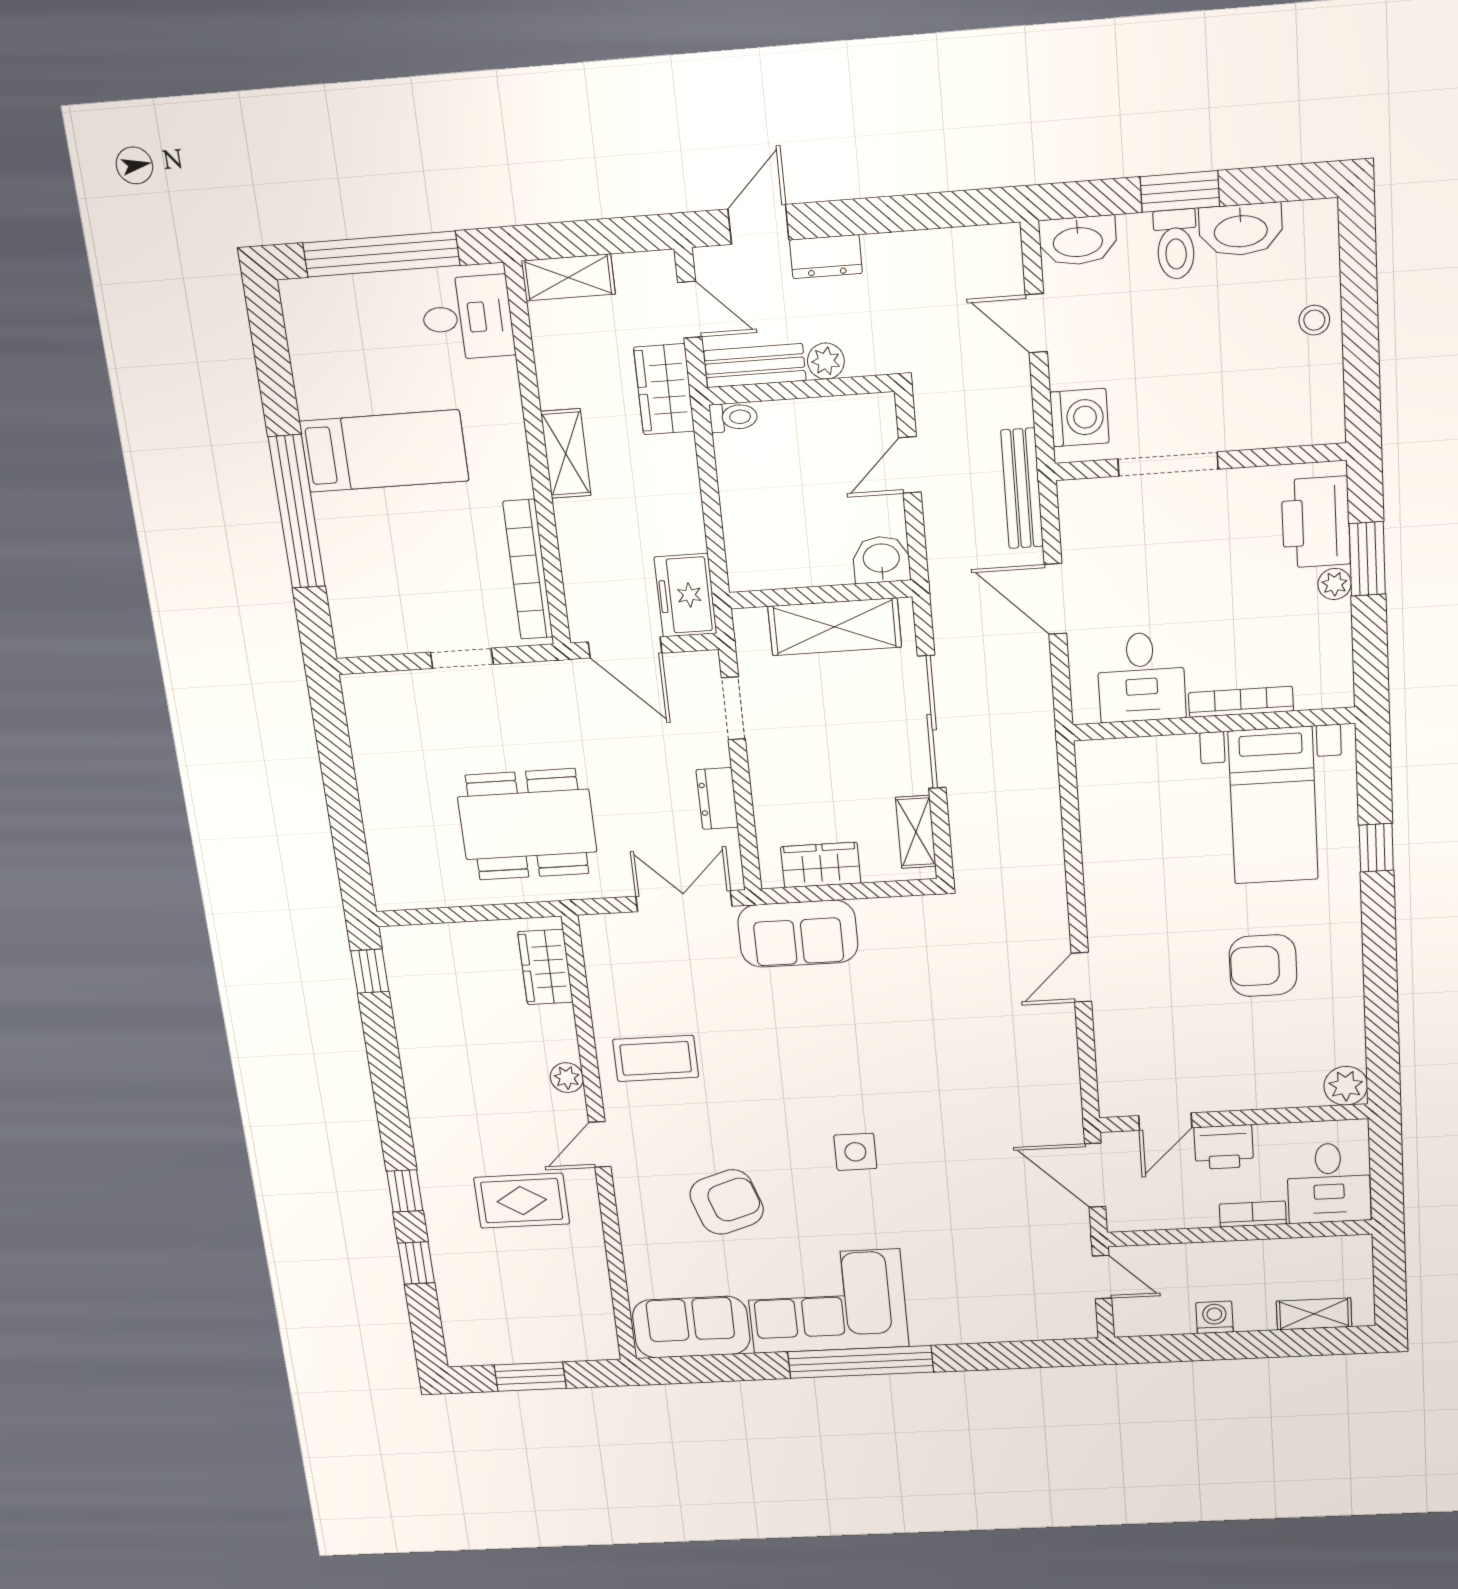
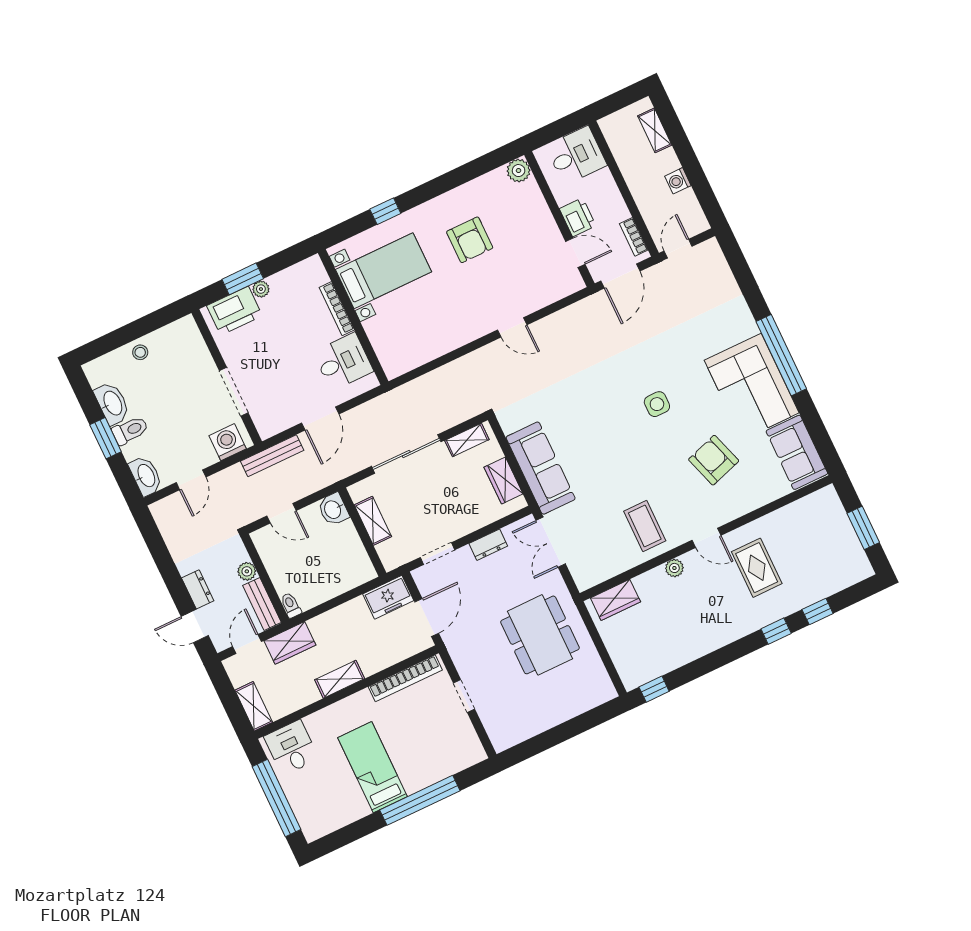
shelving: (835, 627) -> (373, 521), width x0.67, depth x0.75
sofa: (798, 934) -> (541, 468), width x1.36
bookcase: (1253, 1214) -> (634, 237), moved

